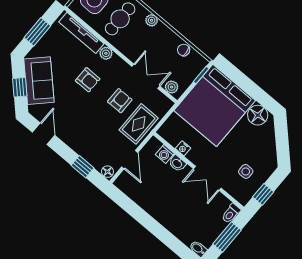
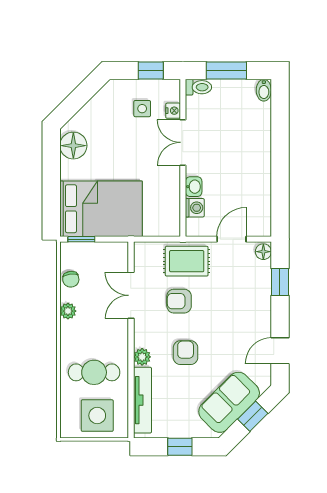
plant: (152, 20) -> (68, 311), moved
window: (37, 32) -> (180, 447), width x0.67
plant: (172, 87) -> (120, 259), removed
bed: (215, 105) -> (101, 209), width x0.73
nightstand: (183, 148) -> (173, 111), moved
double door: (207, 178) -> (183, 142), swing flipped

